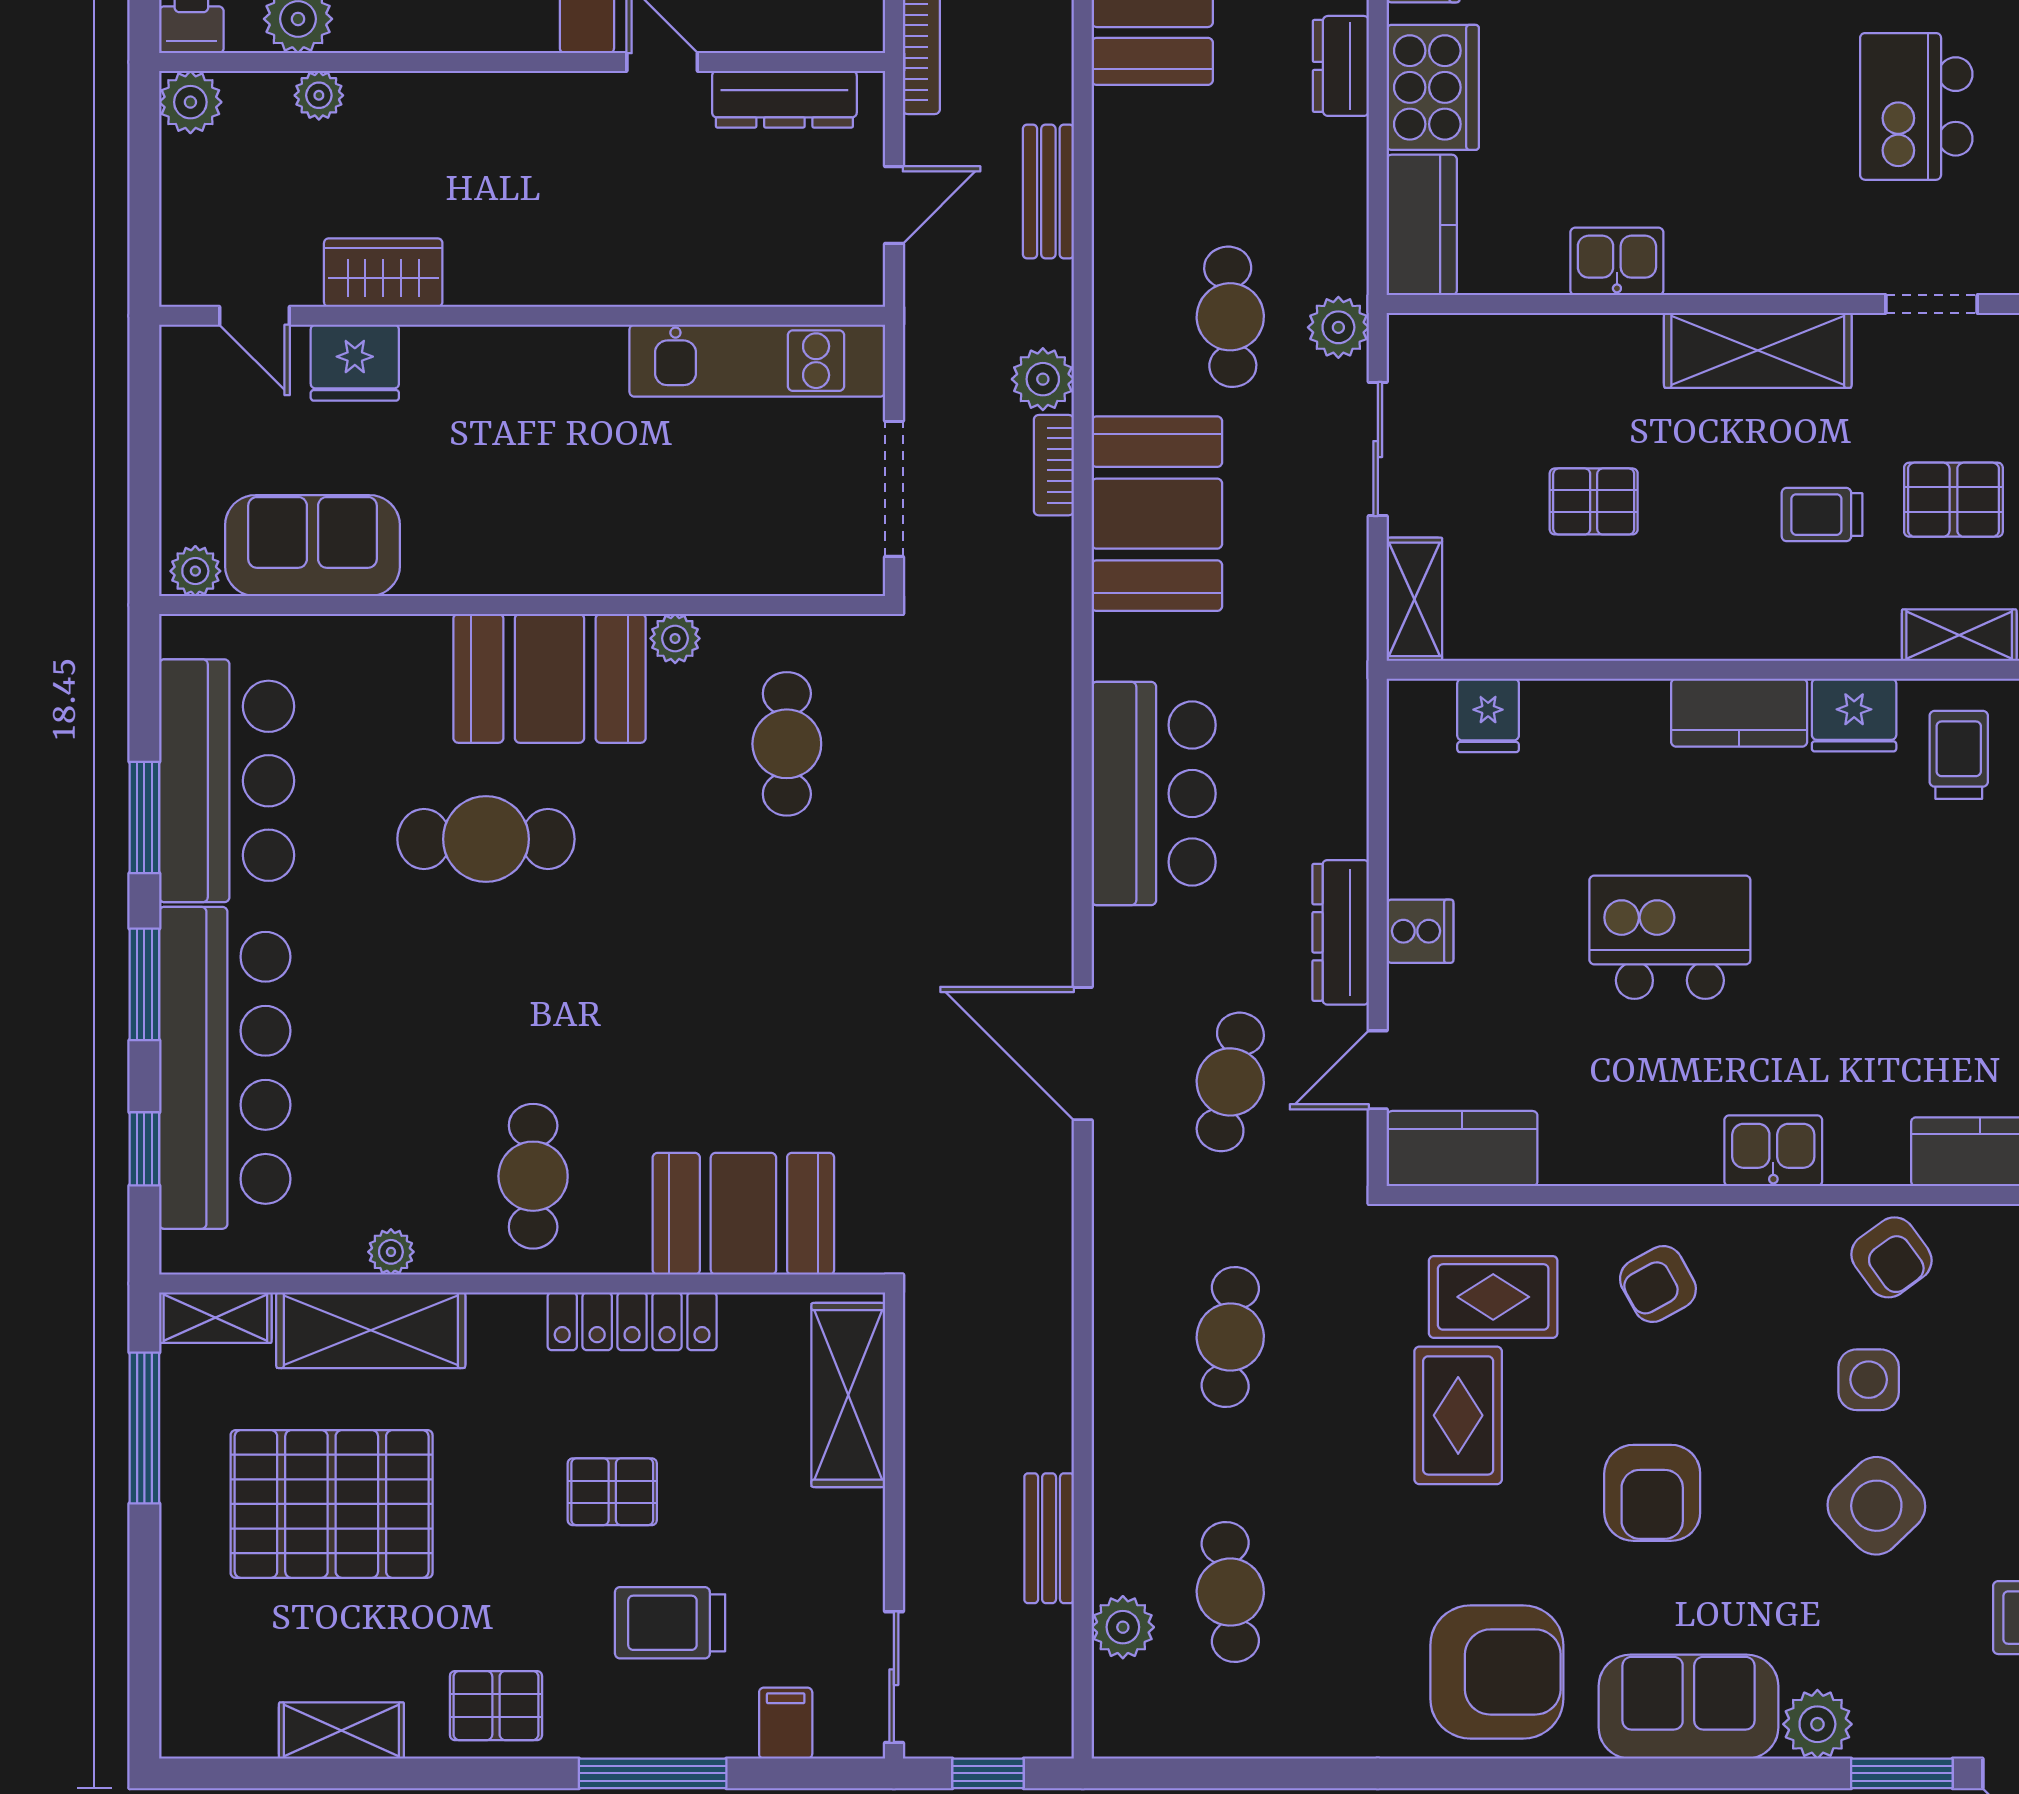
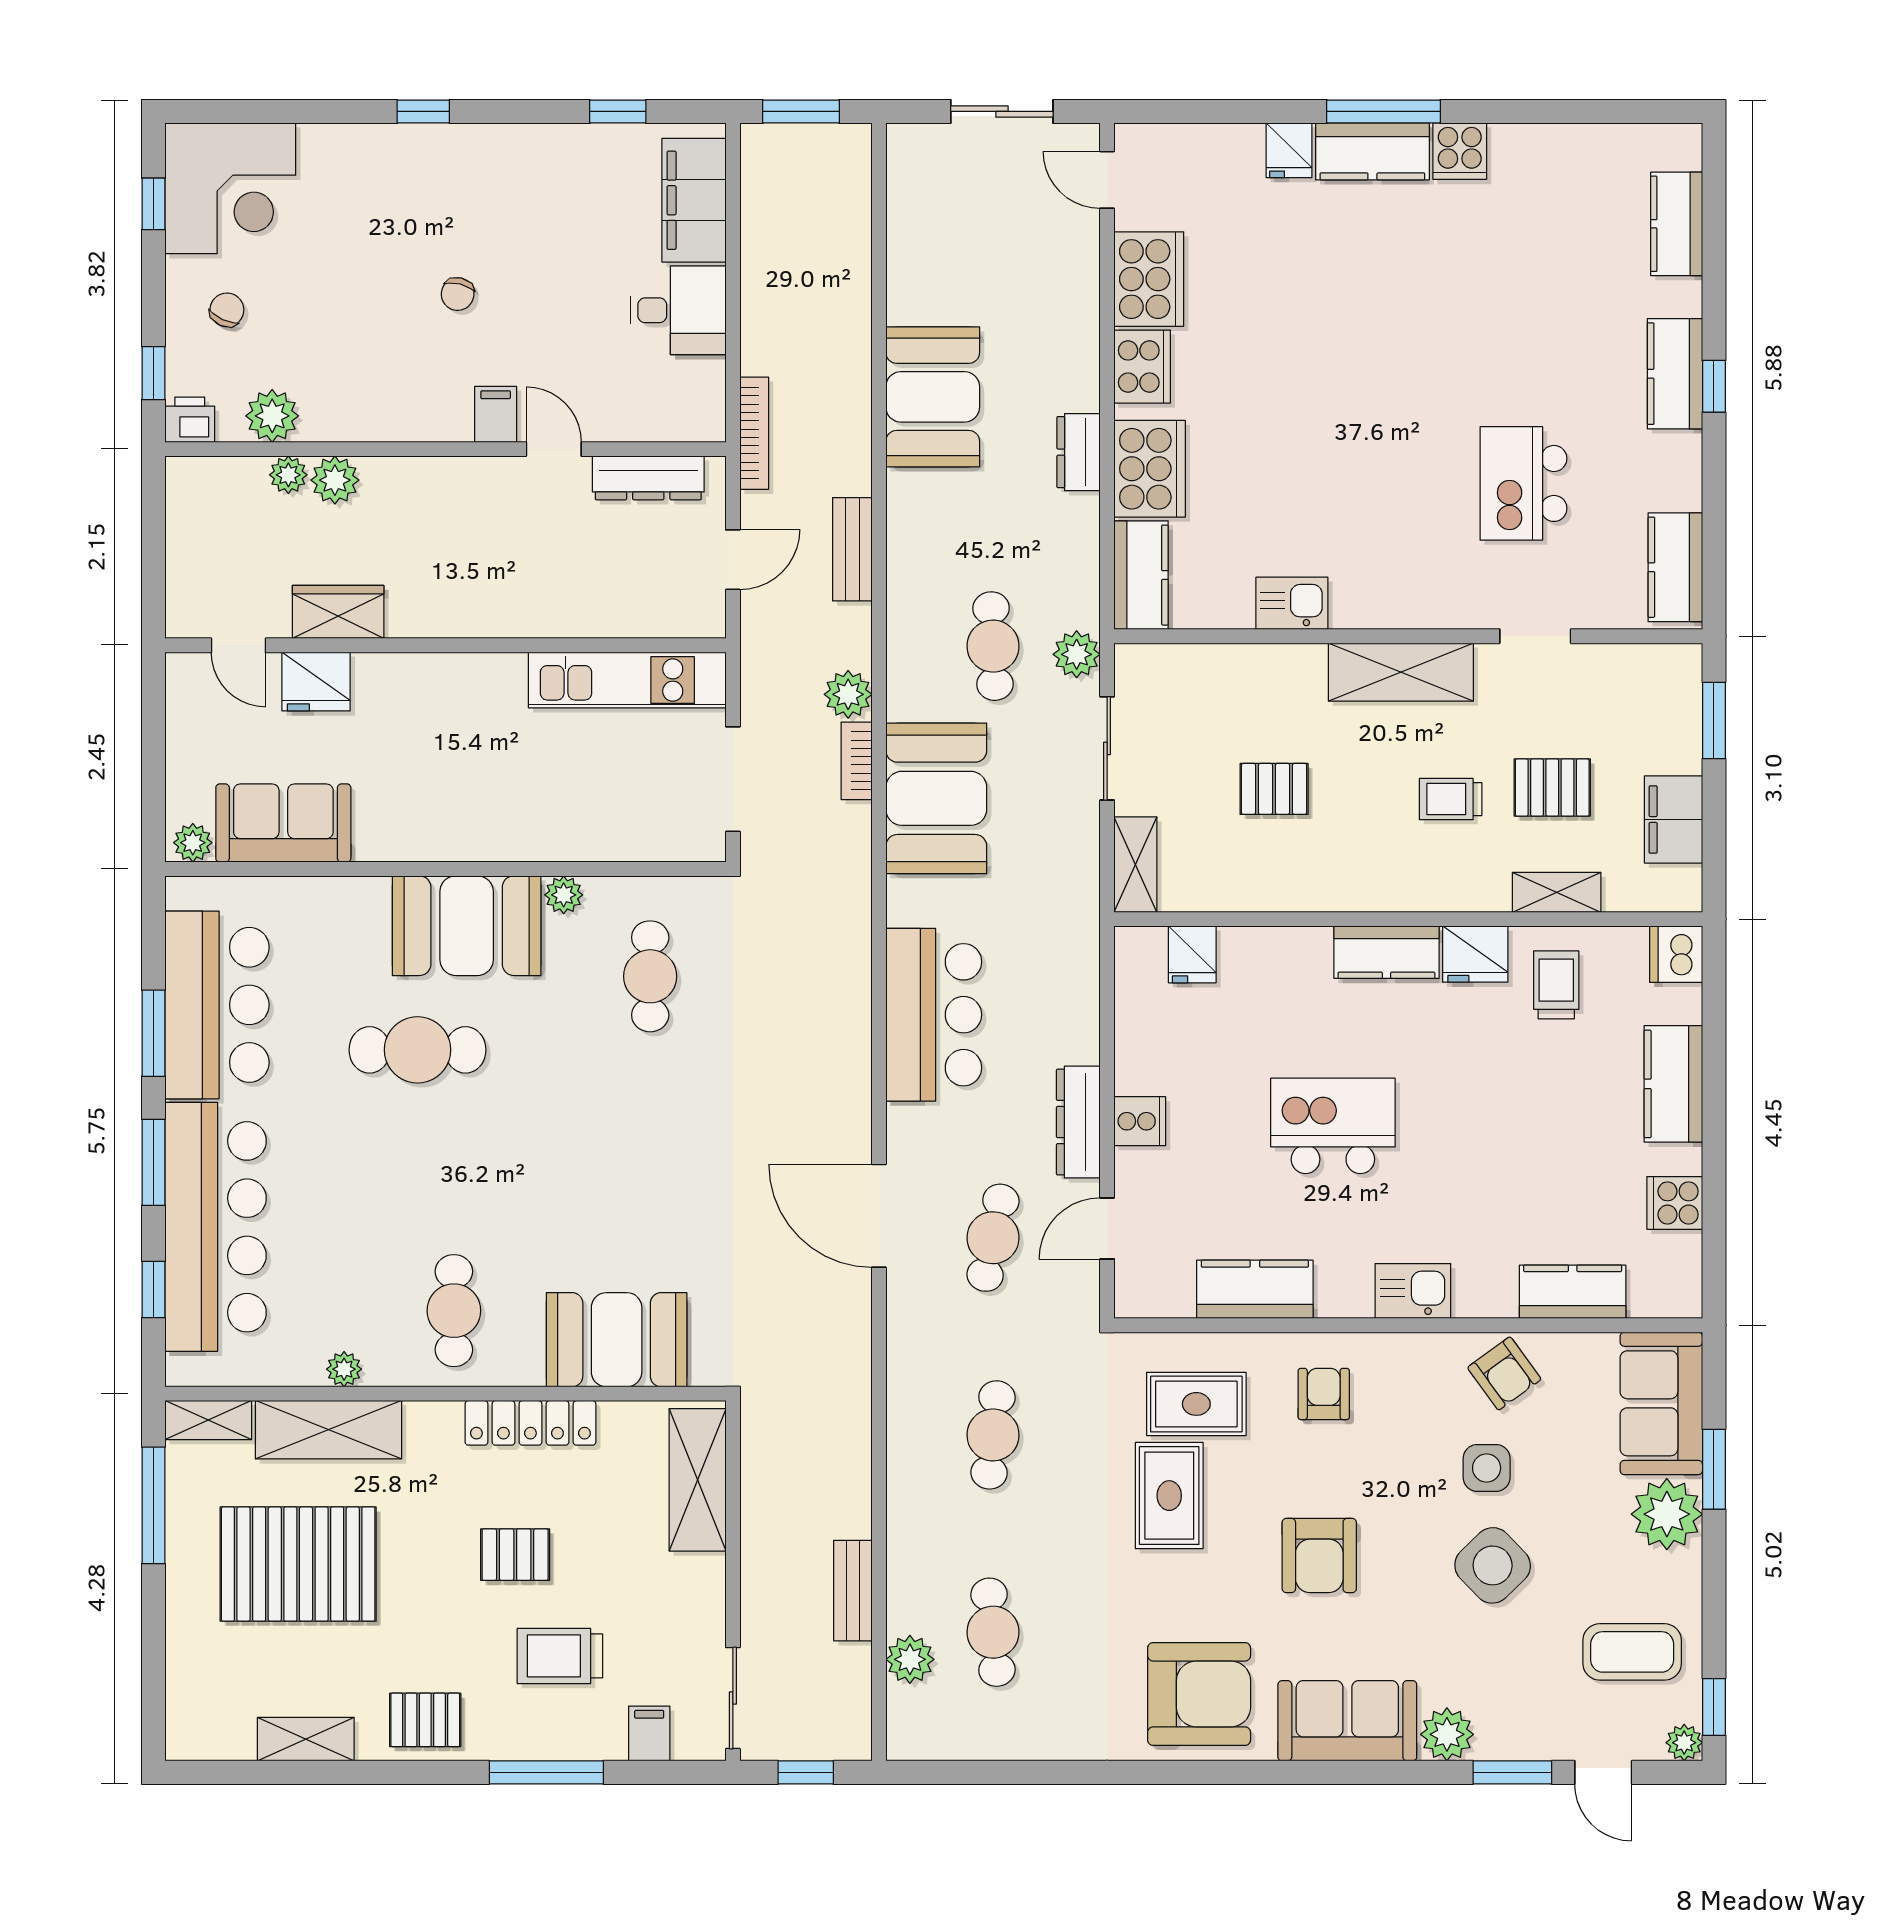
plant: (190, 102) -> (335, 480), moved
kitchen counter: (1462, 1149) -> (1255, 1289), moved
armchair: (1658, 1284) -> (1324, 1394), turned 119

